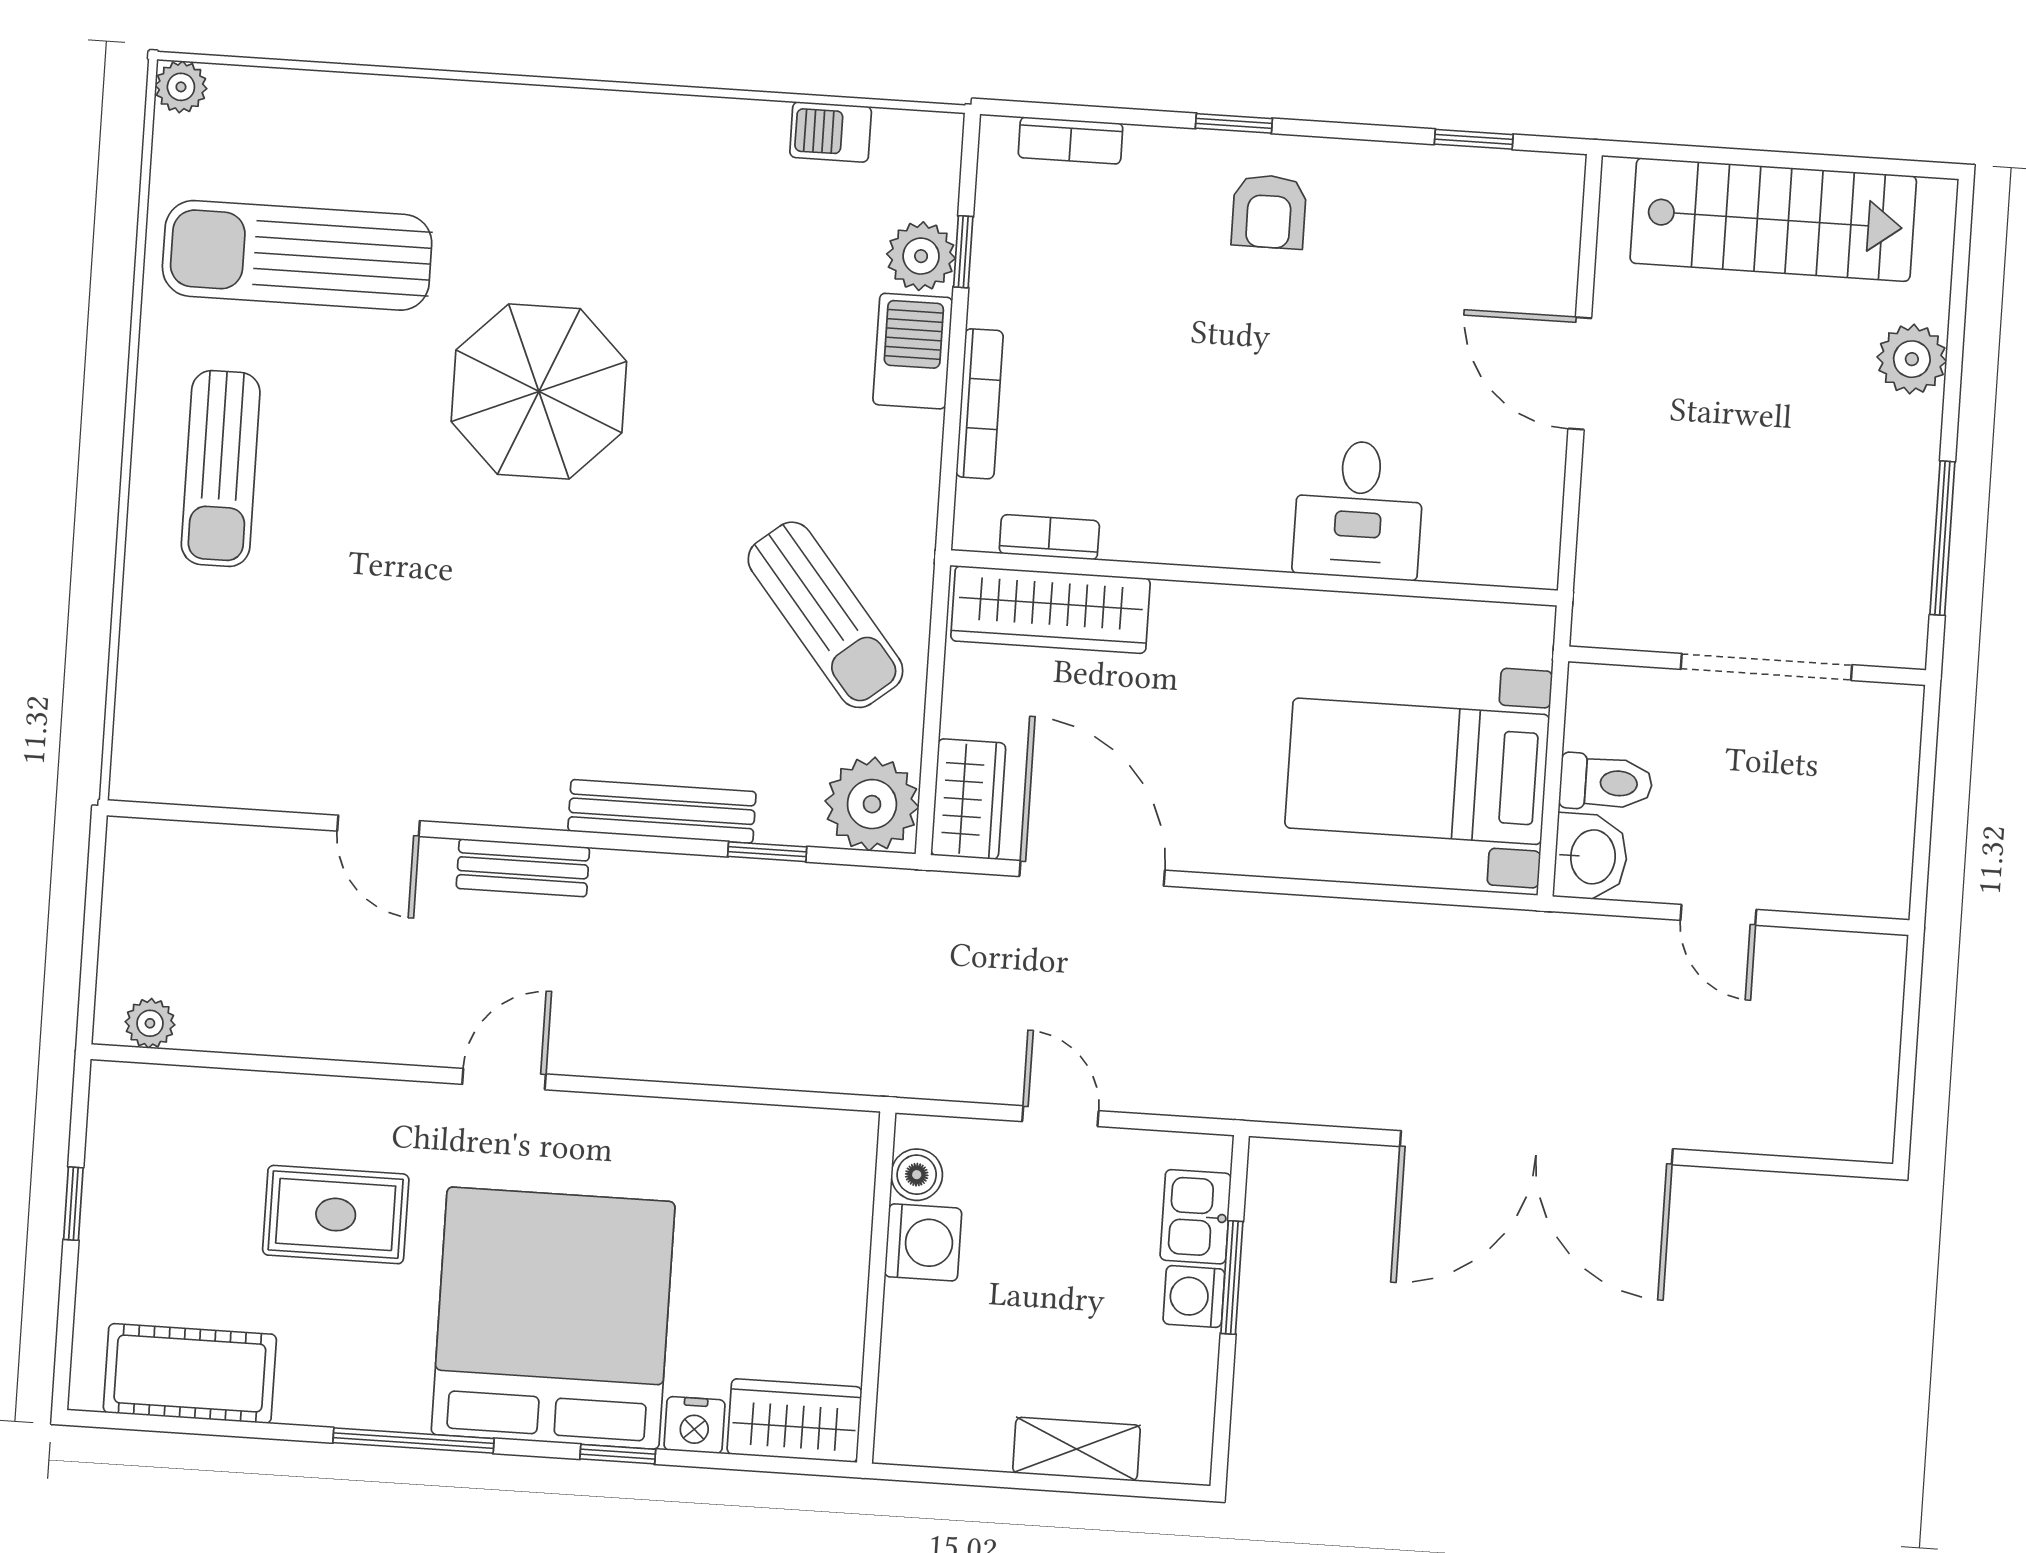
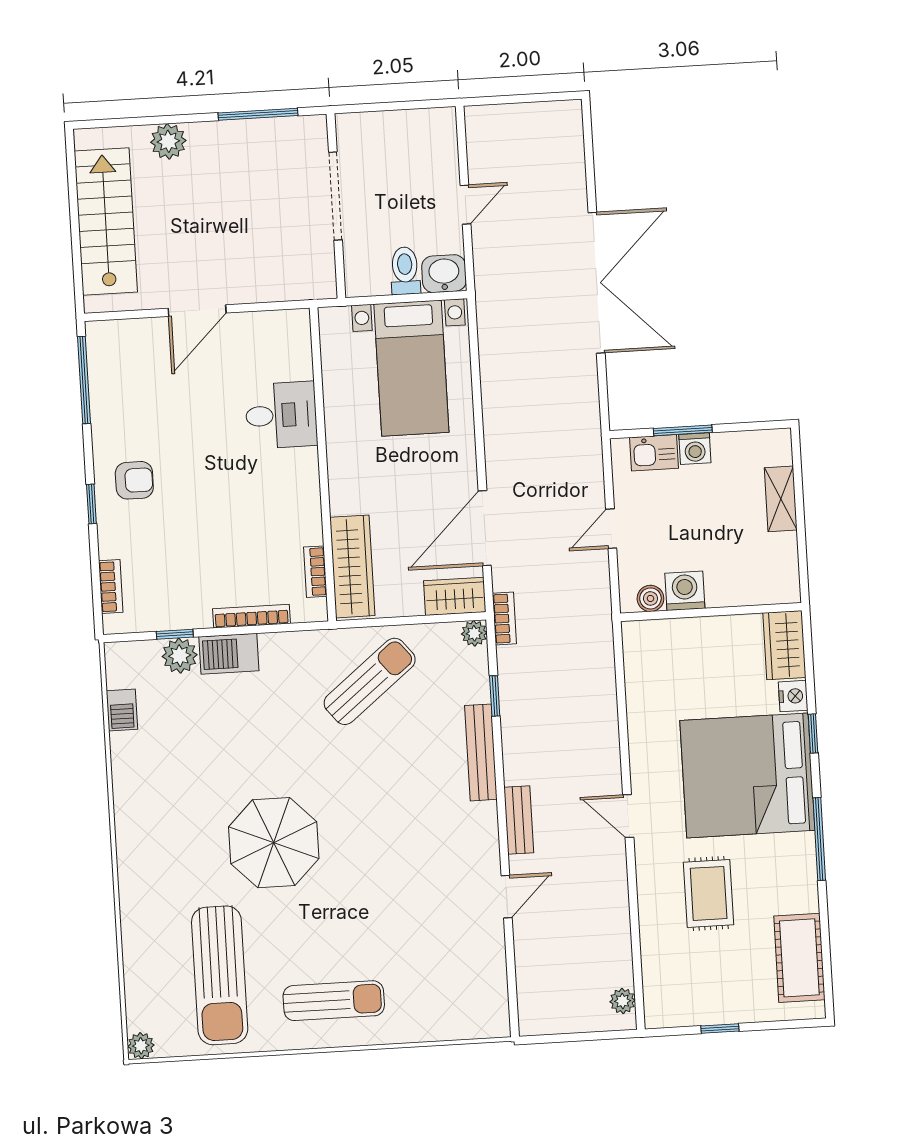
window: (1474, 139) -> (84, 380), width x2.17
plant: (872, 804) -> (474, 633), width x0.53, depth x0.53
bookcase: (914, 889) -> (504, 618), added

